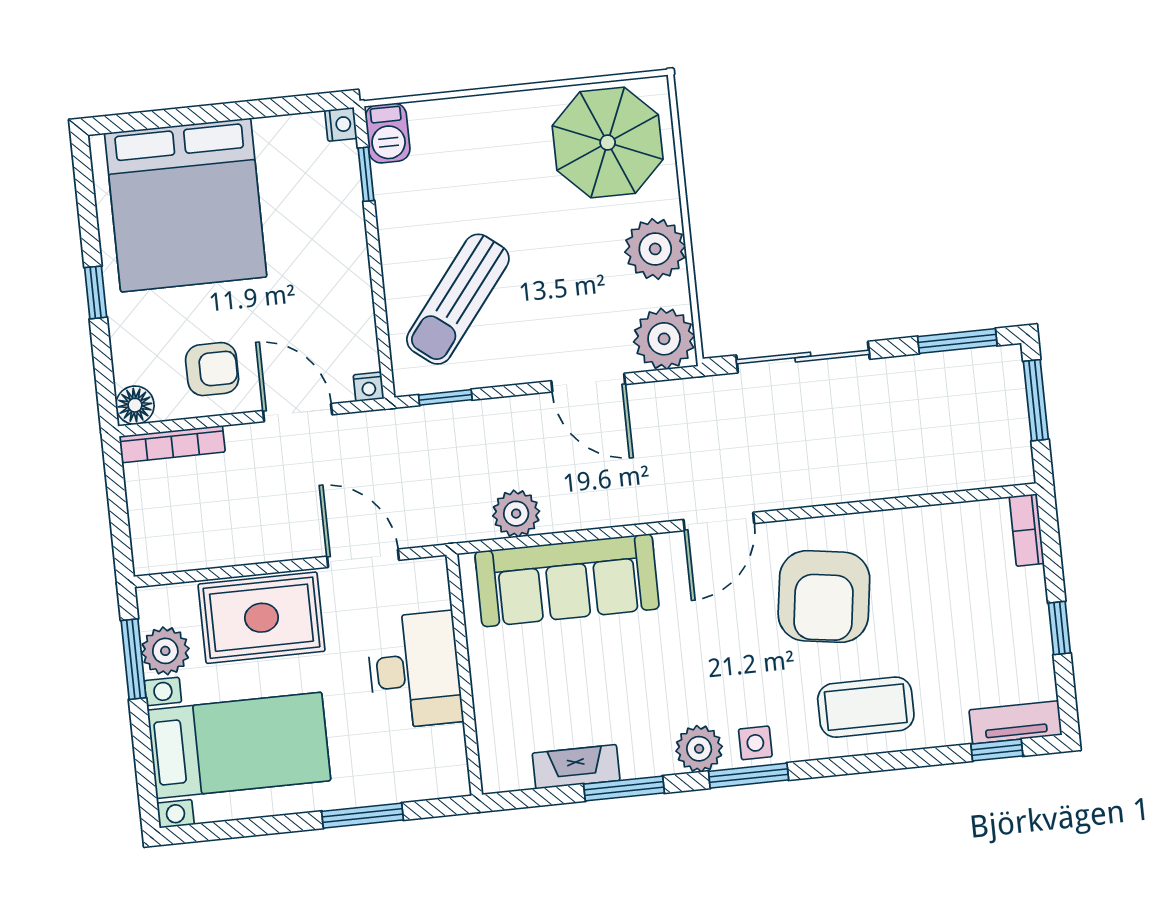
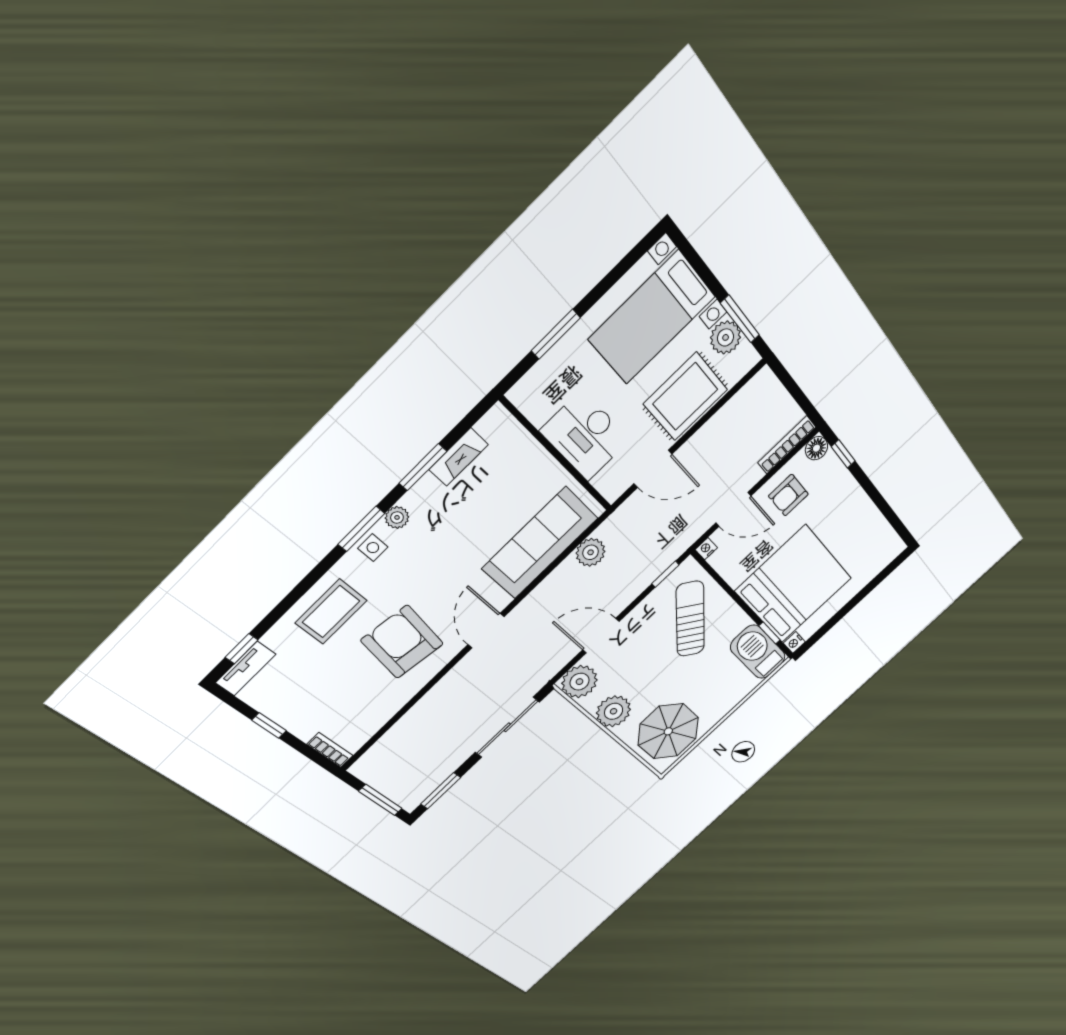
barbecue: (388, 133) -> (758, 652), width x1.88, depth x1.53
bed: (186, 205) -> (794, 585), moved, turned 90
window: (96, 292) -> (843, 454), moved
plant: (699, 749) -> (397, 517), width x0.73, depth x0.73

